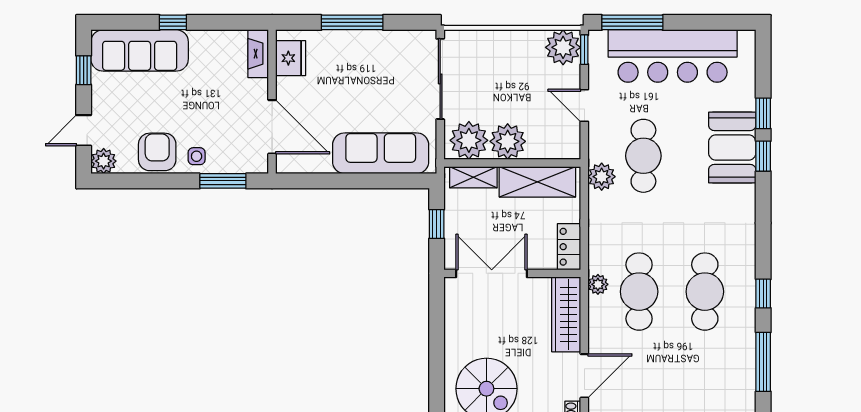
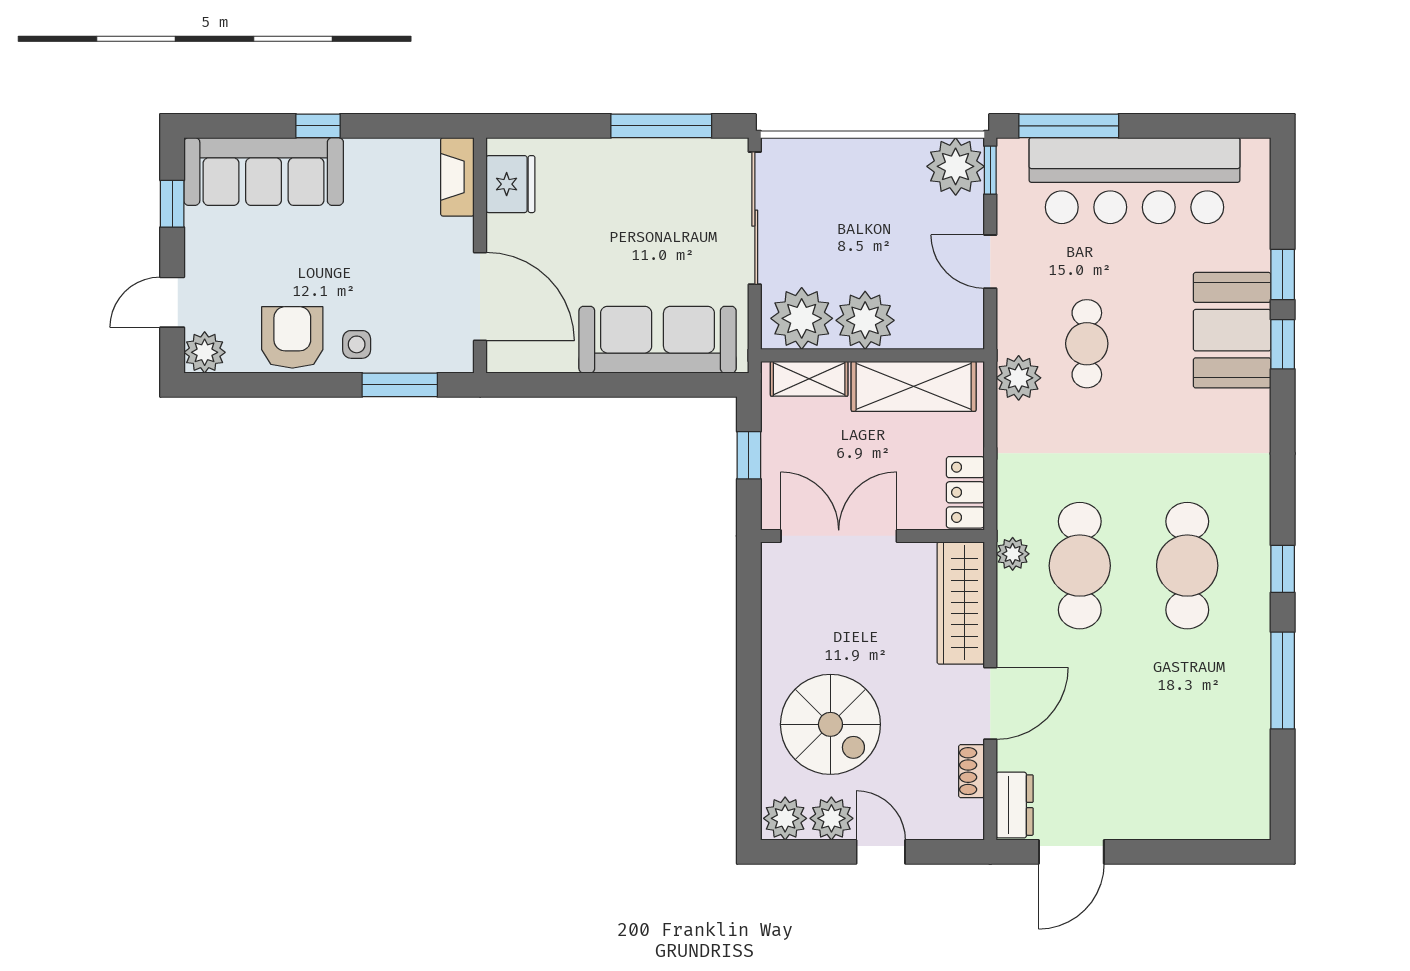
window: (352, 22) -> (661, 126), moved
cafe table: (643, 156) -> (1087, 344), width x0.73, depth x0.74

